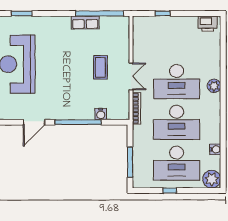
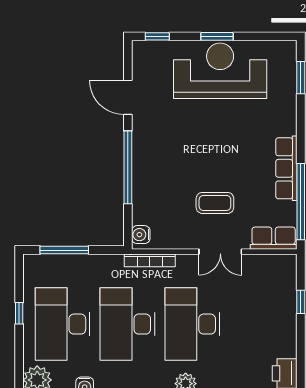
row of seats: (85, 22) -> (286, 168), width x1.48
row of seats: (123, 31) -> (274, 238), added
double door: (131, 76) -> (220, 252), moved
water cooler: (101, 114) -> (141, 235), moved

